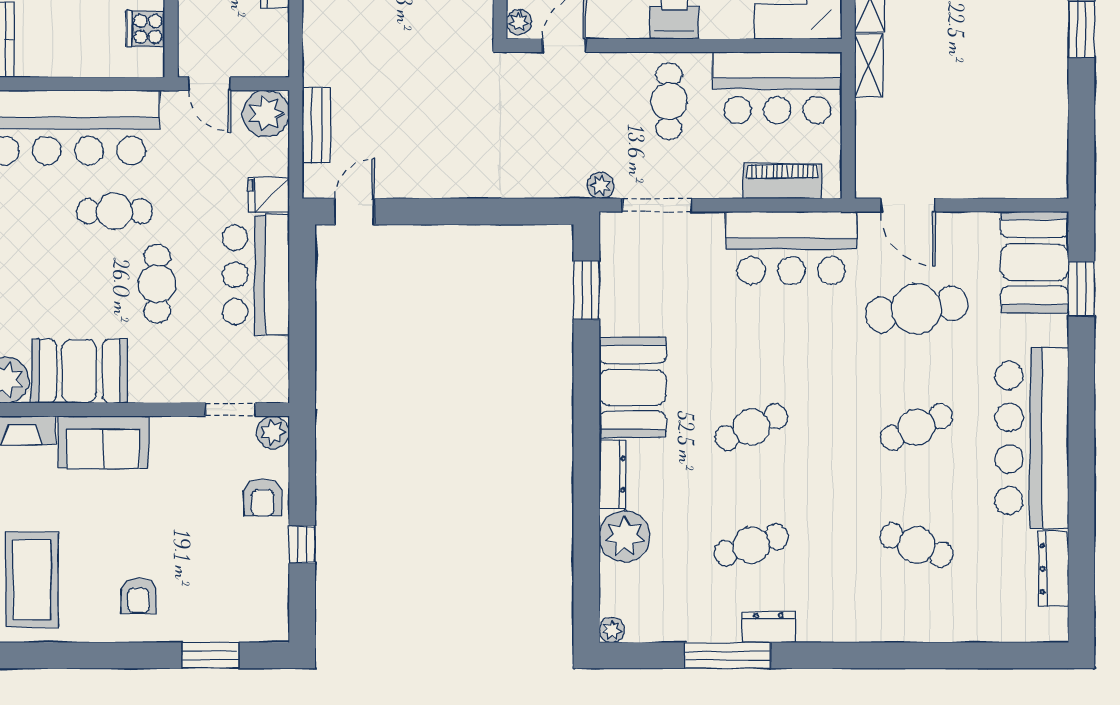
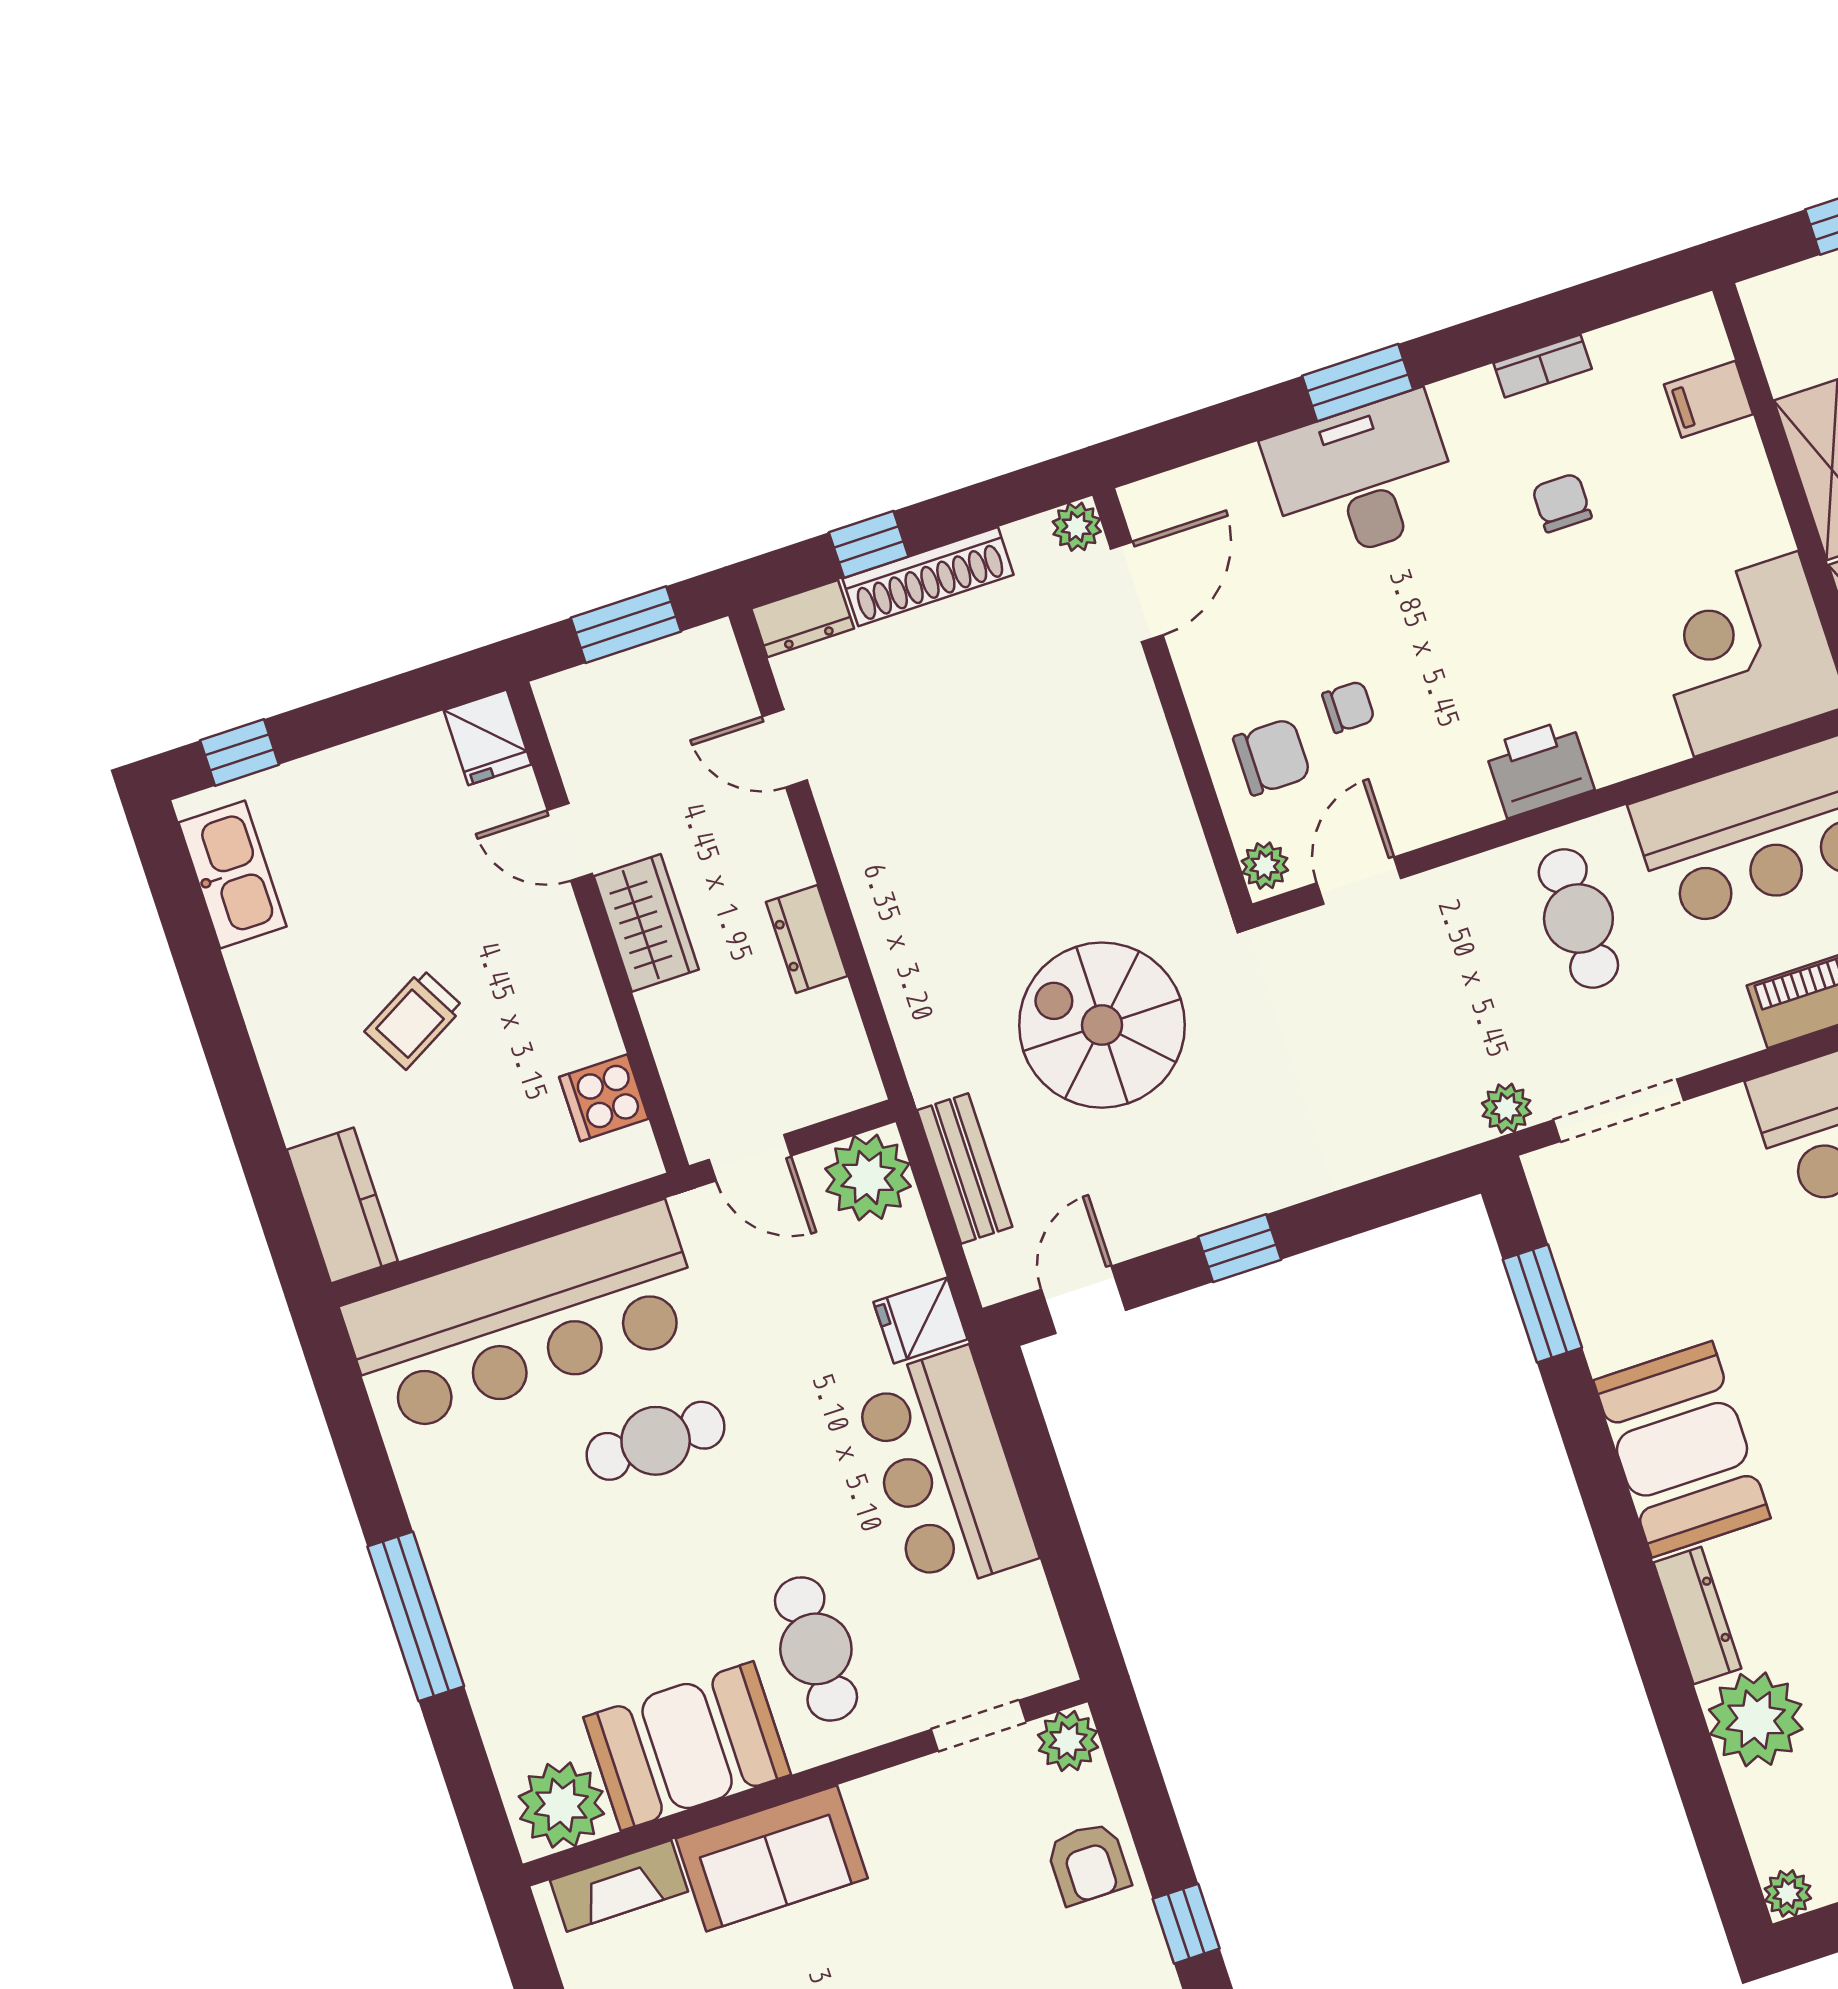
spiral stairs: (410, 76) -> (1102, 1025), added
window: (442, 211) -> (1240, 1248), added
cafe table: (157, 284) -> (816, 1649), moved

